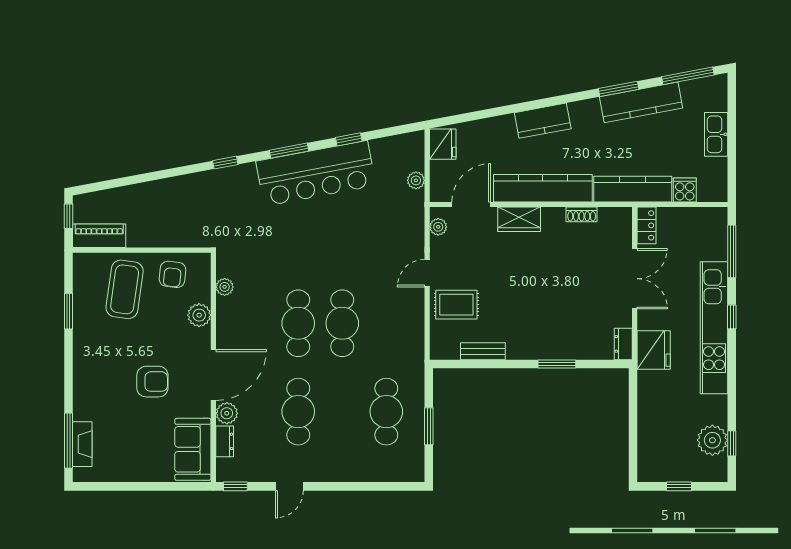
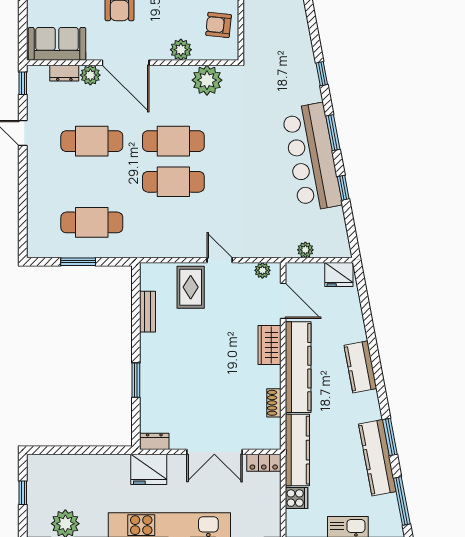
plant: (225, 287) -> (207, 80), width x1.88, depth x1.88

